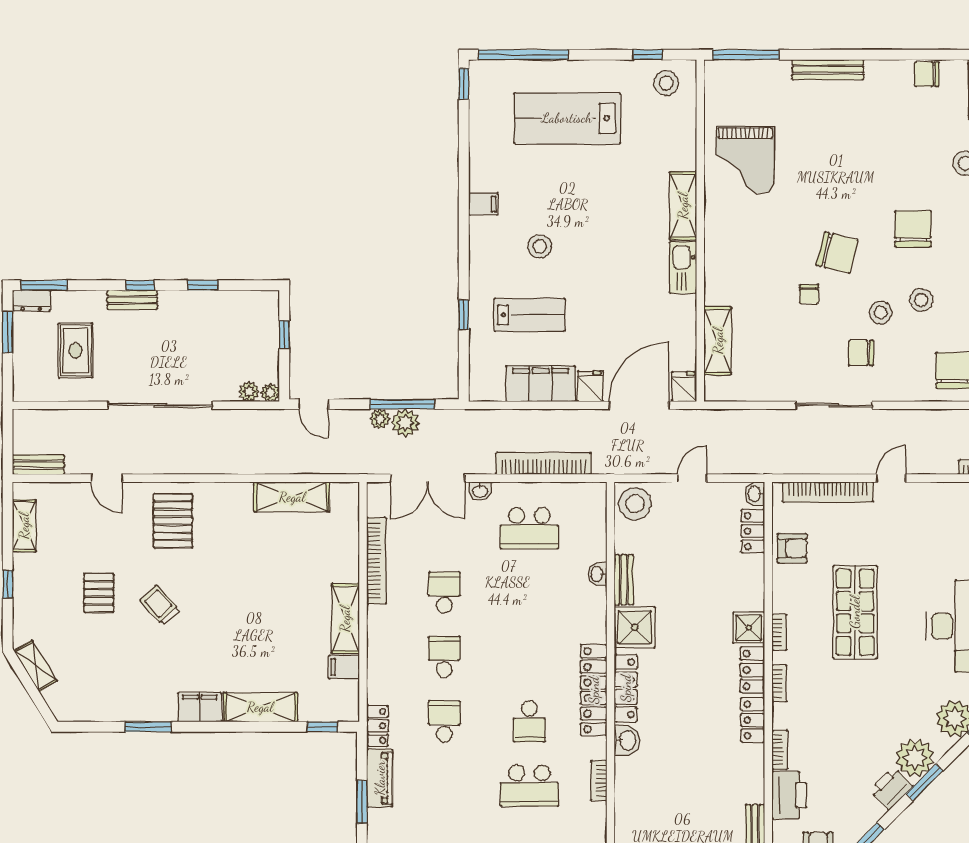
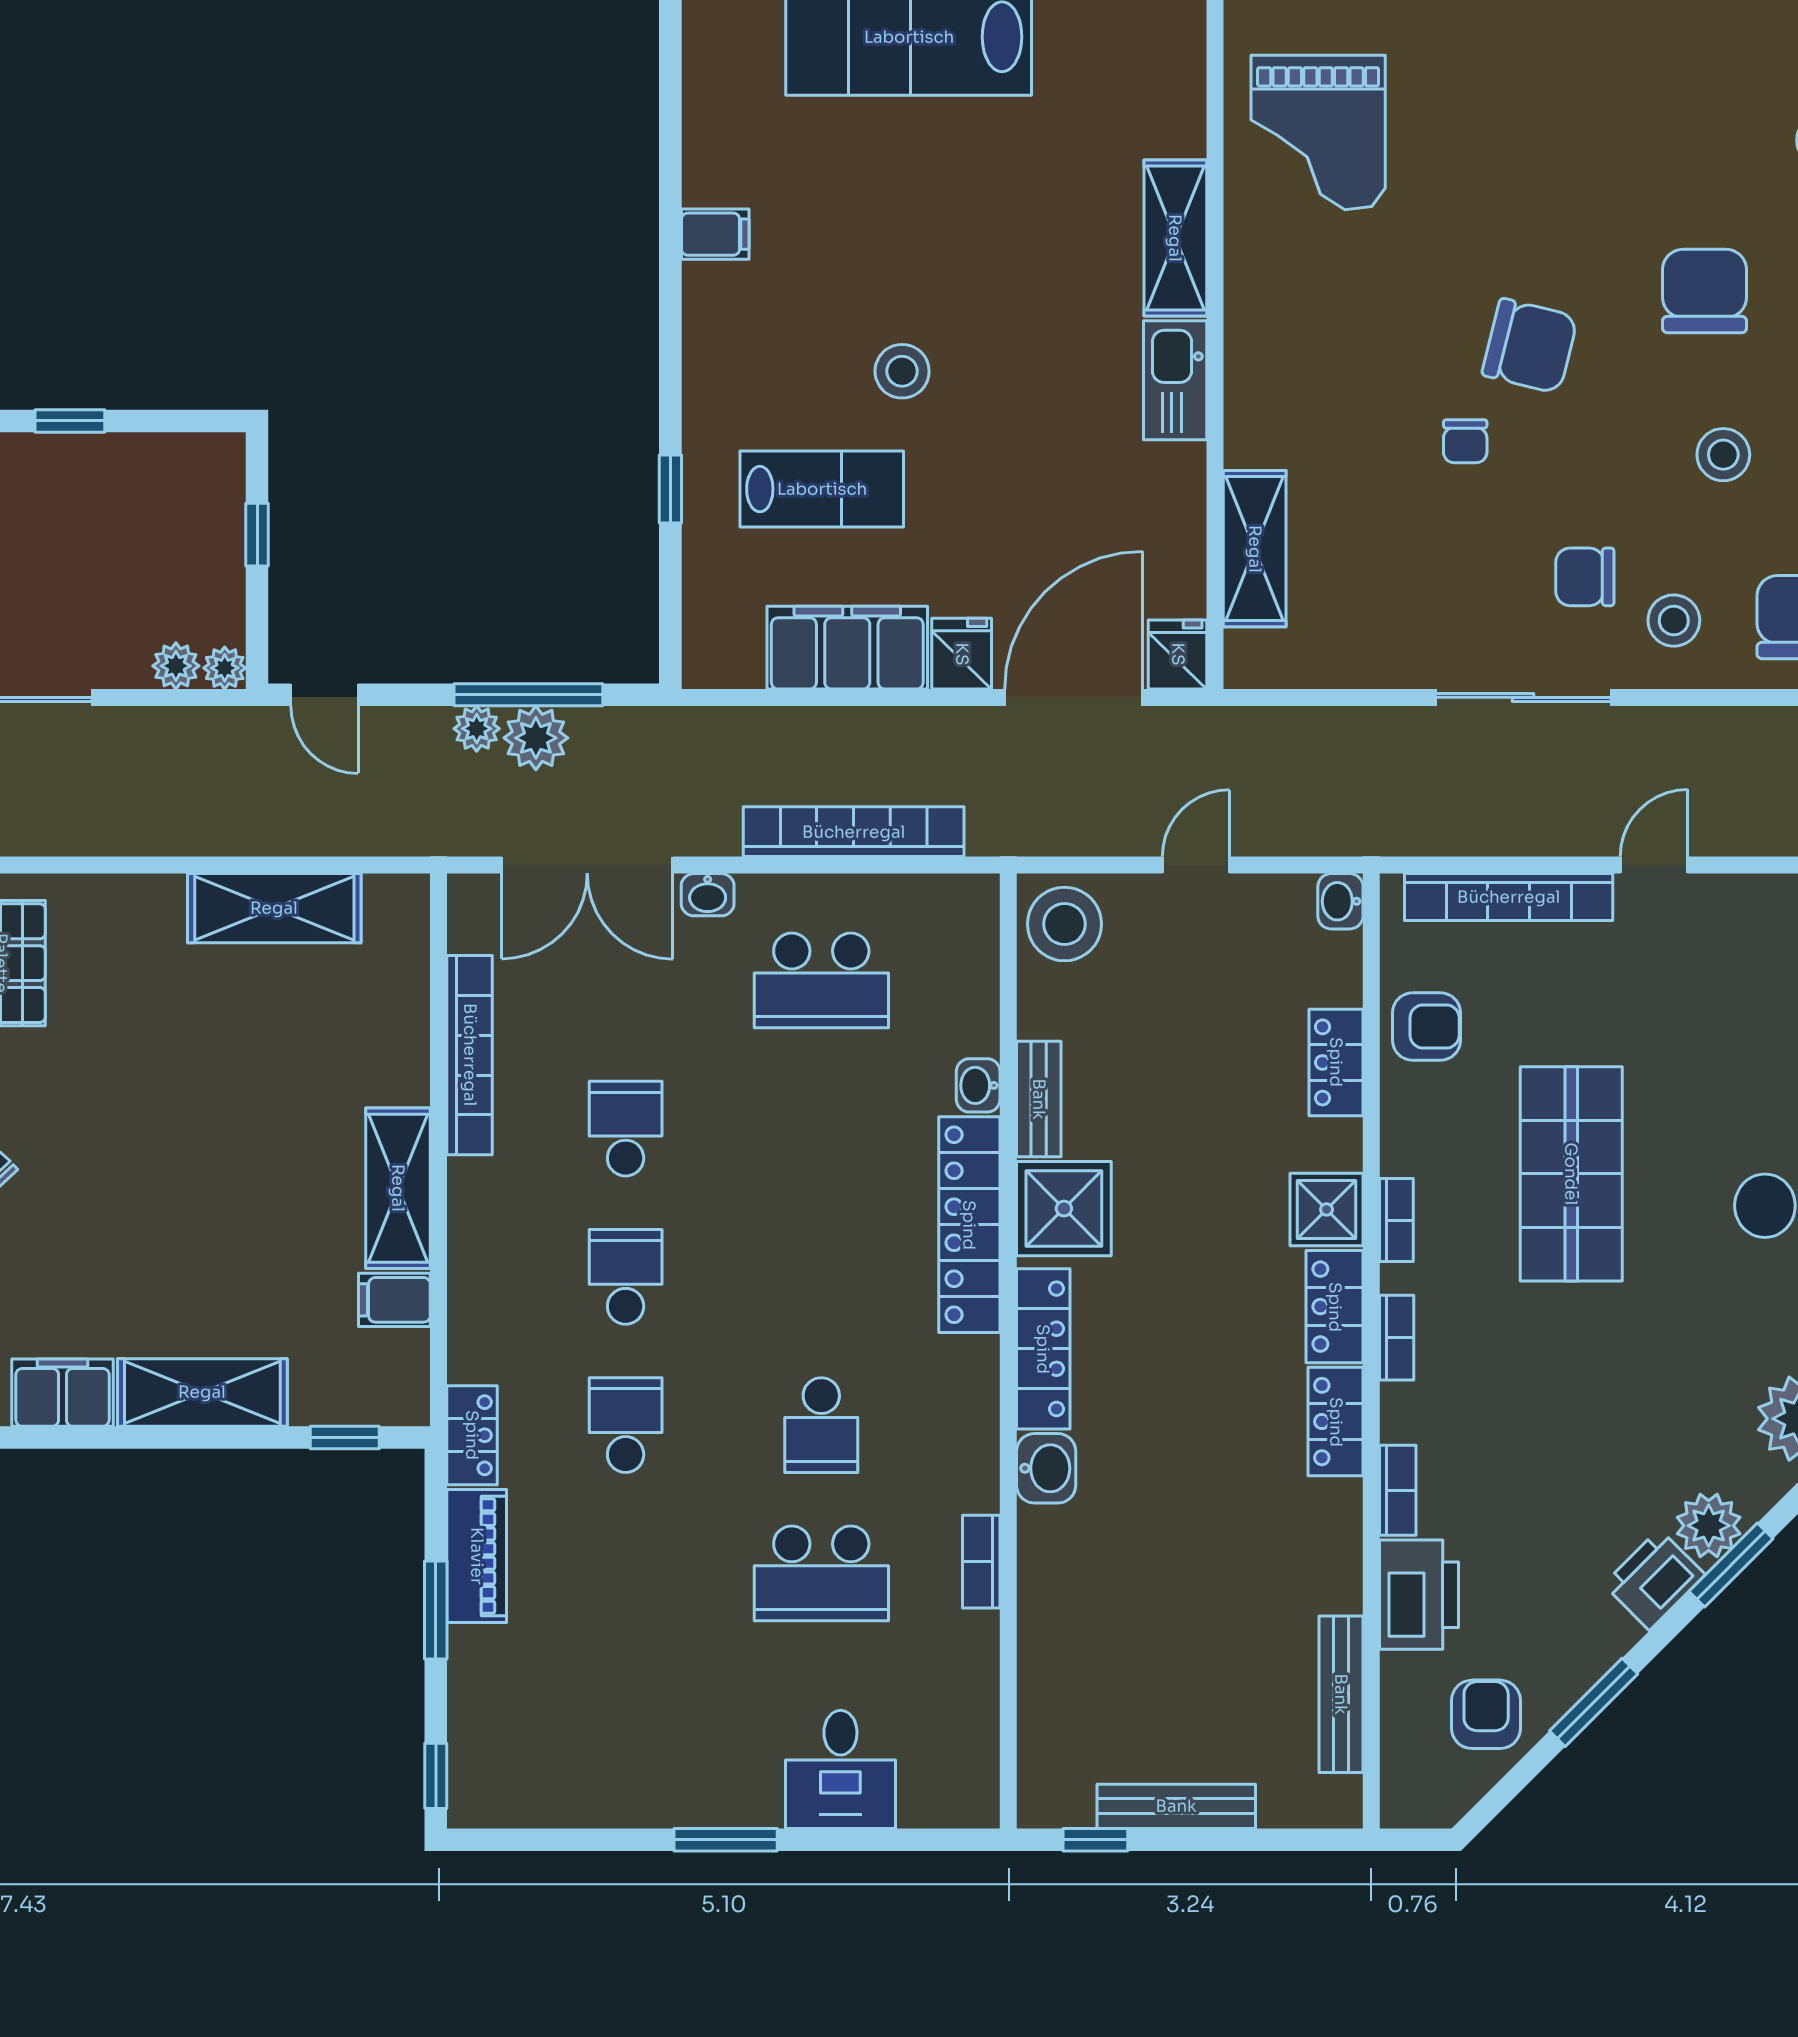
stool: (540, 246) -> (902, 371), moved
stool: (881, 313) -> (1674, 621), moved
locker: (753, 531) -> (1336, 1062), moved
locker: (594, 690) -> (969, 1225), moved
plant: (915, 758) -> (1709, 1526), width x0.73, depth x0.73

